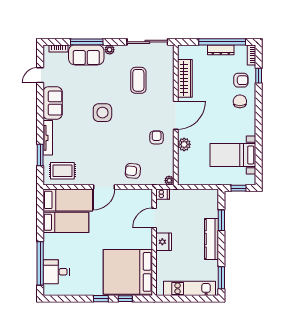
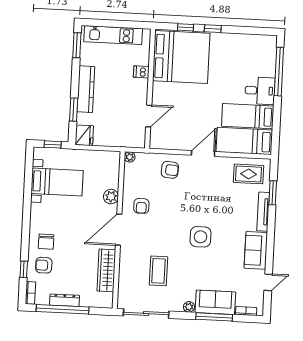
dishwasher: (163, 194) -> (141, 72), moved
fridge: (164, 242) -> (84, 135), moved, turned 180
desk: (56, 272) -> (260, 91), moved

